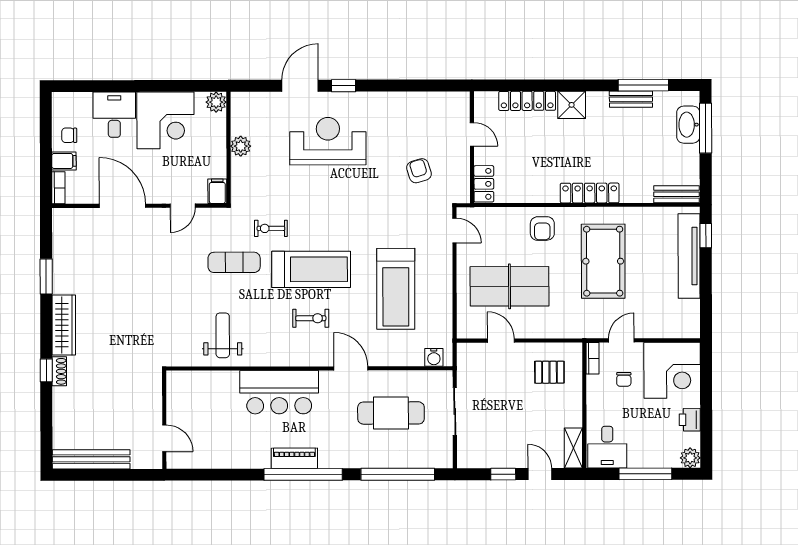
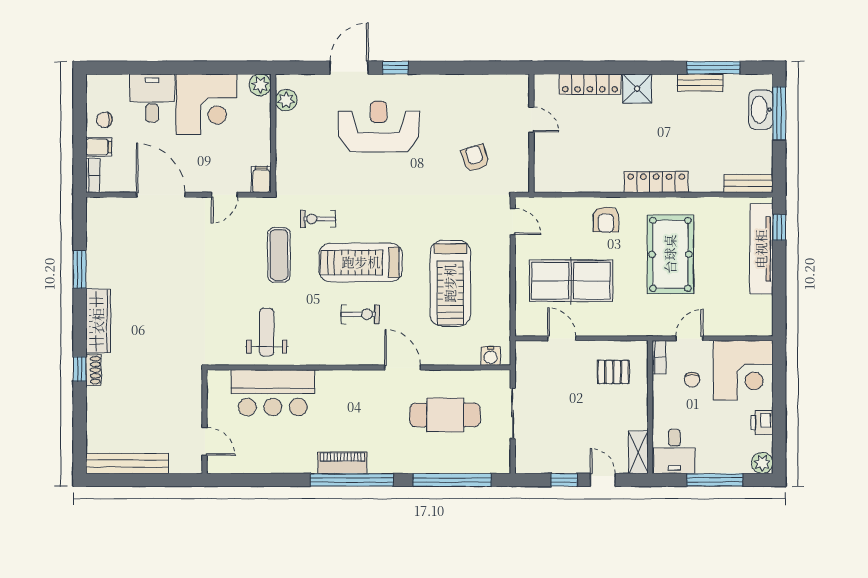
plant: (241, 146) -> (286, 100), moved
locker: (484, 184) -> (544, 172), removed
exercise mat: (234, 262) -> (279, 255), turned 90
treadmill: (311, 269) -> (361, 262), turned 180
bar counter: (279, 392) -> (273, 393), moved

